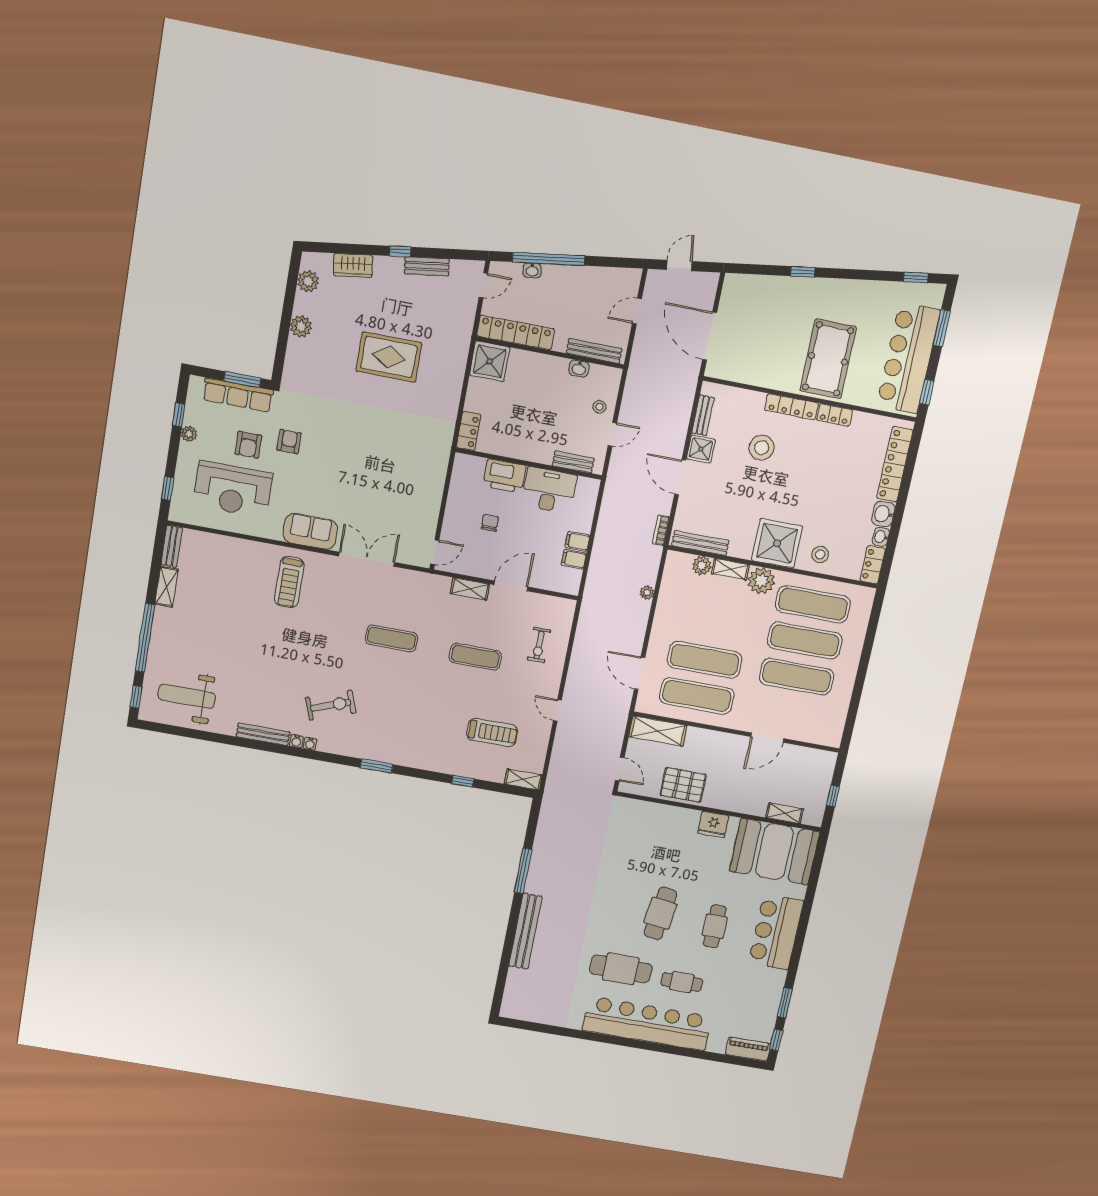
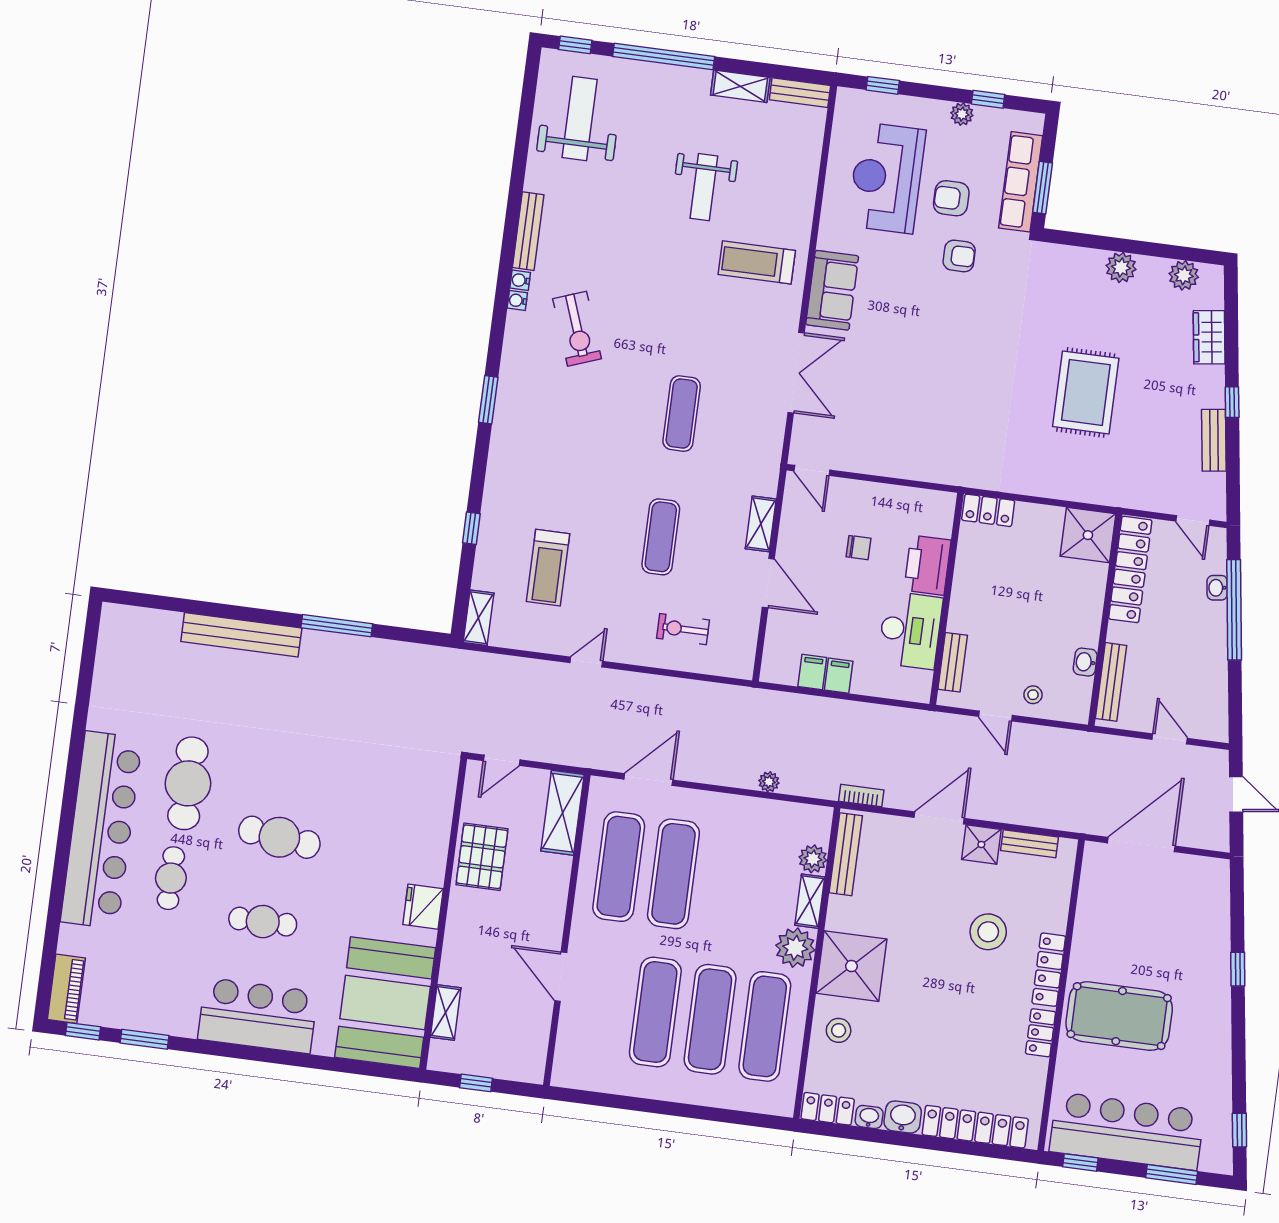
weight bench: (236, 615) -> (704, 187), added

